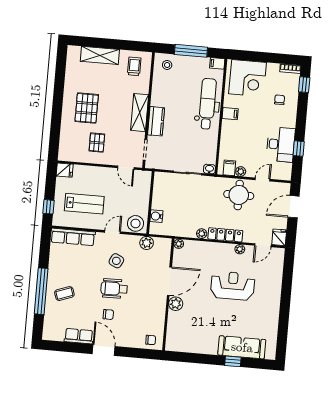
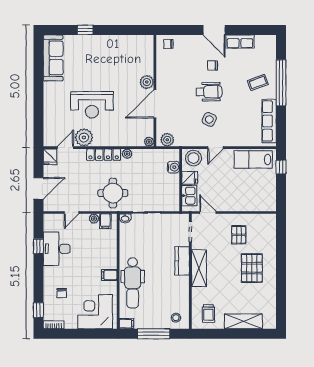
fridge: (65, 170) -> (190, 178), moved, turned 180
kitchen sink: (143, 186) -> (189, 196), added
round table: (239, 195) -> (113, 193), moved
lab bench: (84, 204) -> (253, 159), moved
row of seats: (73, 237) -> (269, 121), moved, turned -90
plant: (147, 243) -> (167, 140), moved
plant: (240, 249) -> (84, 137), width x1.88, depth x1.88
sofa: (242, 347) -> (53, 58), moved, turned -90

